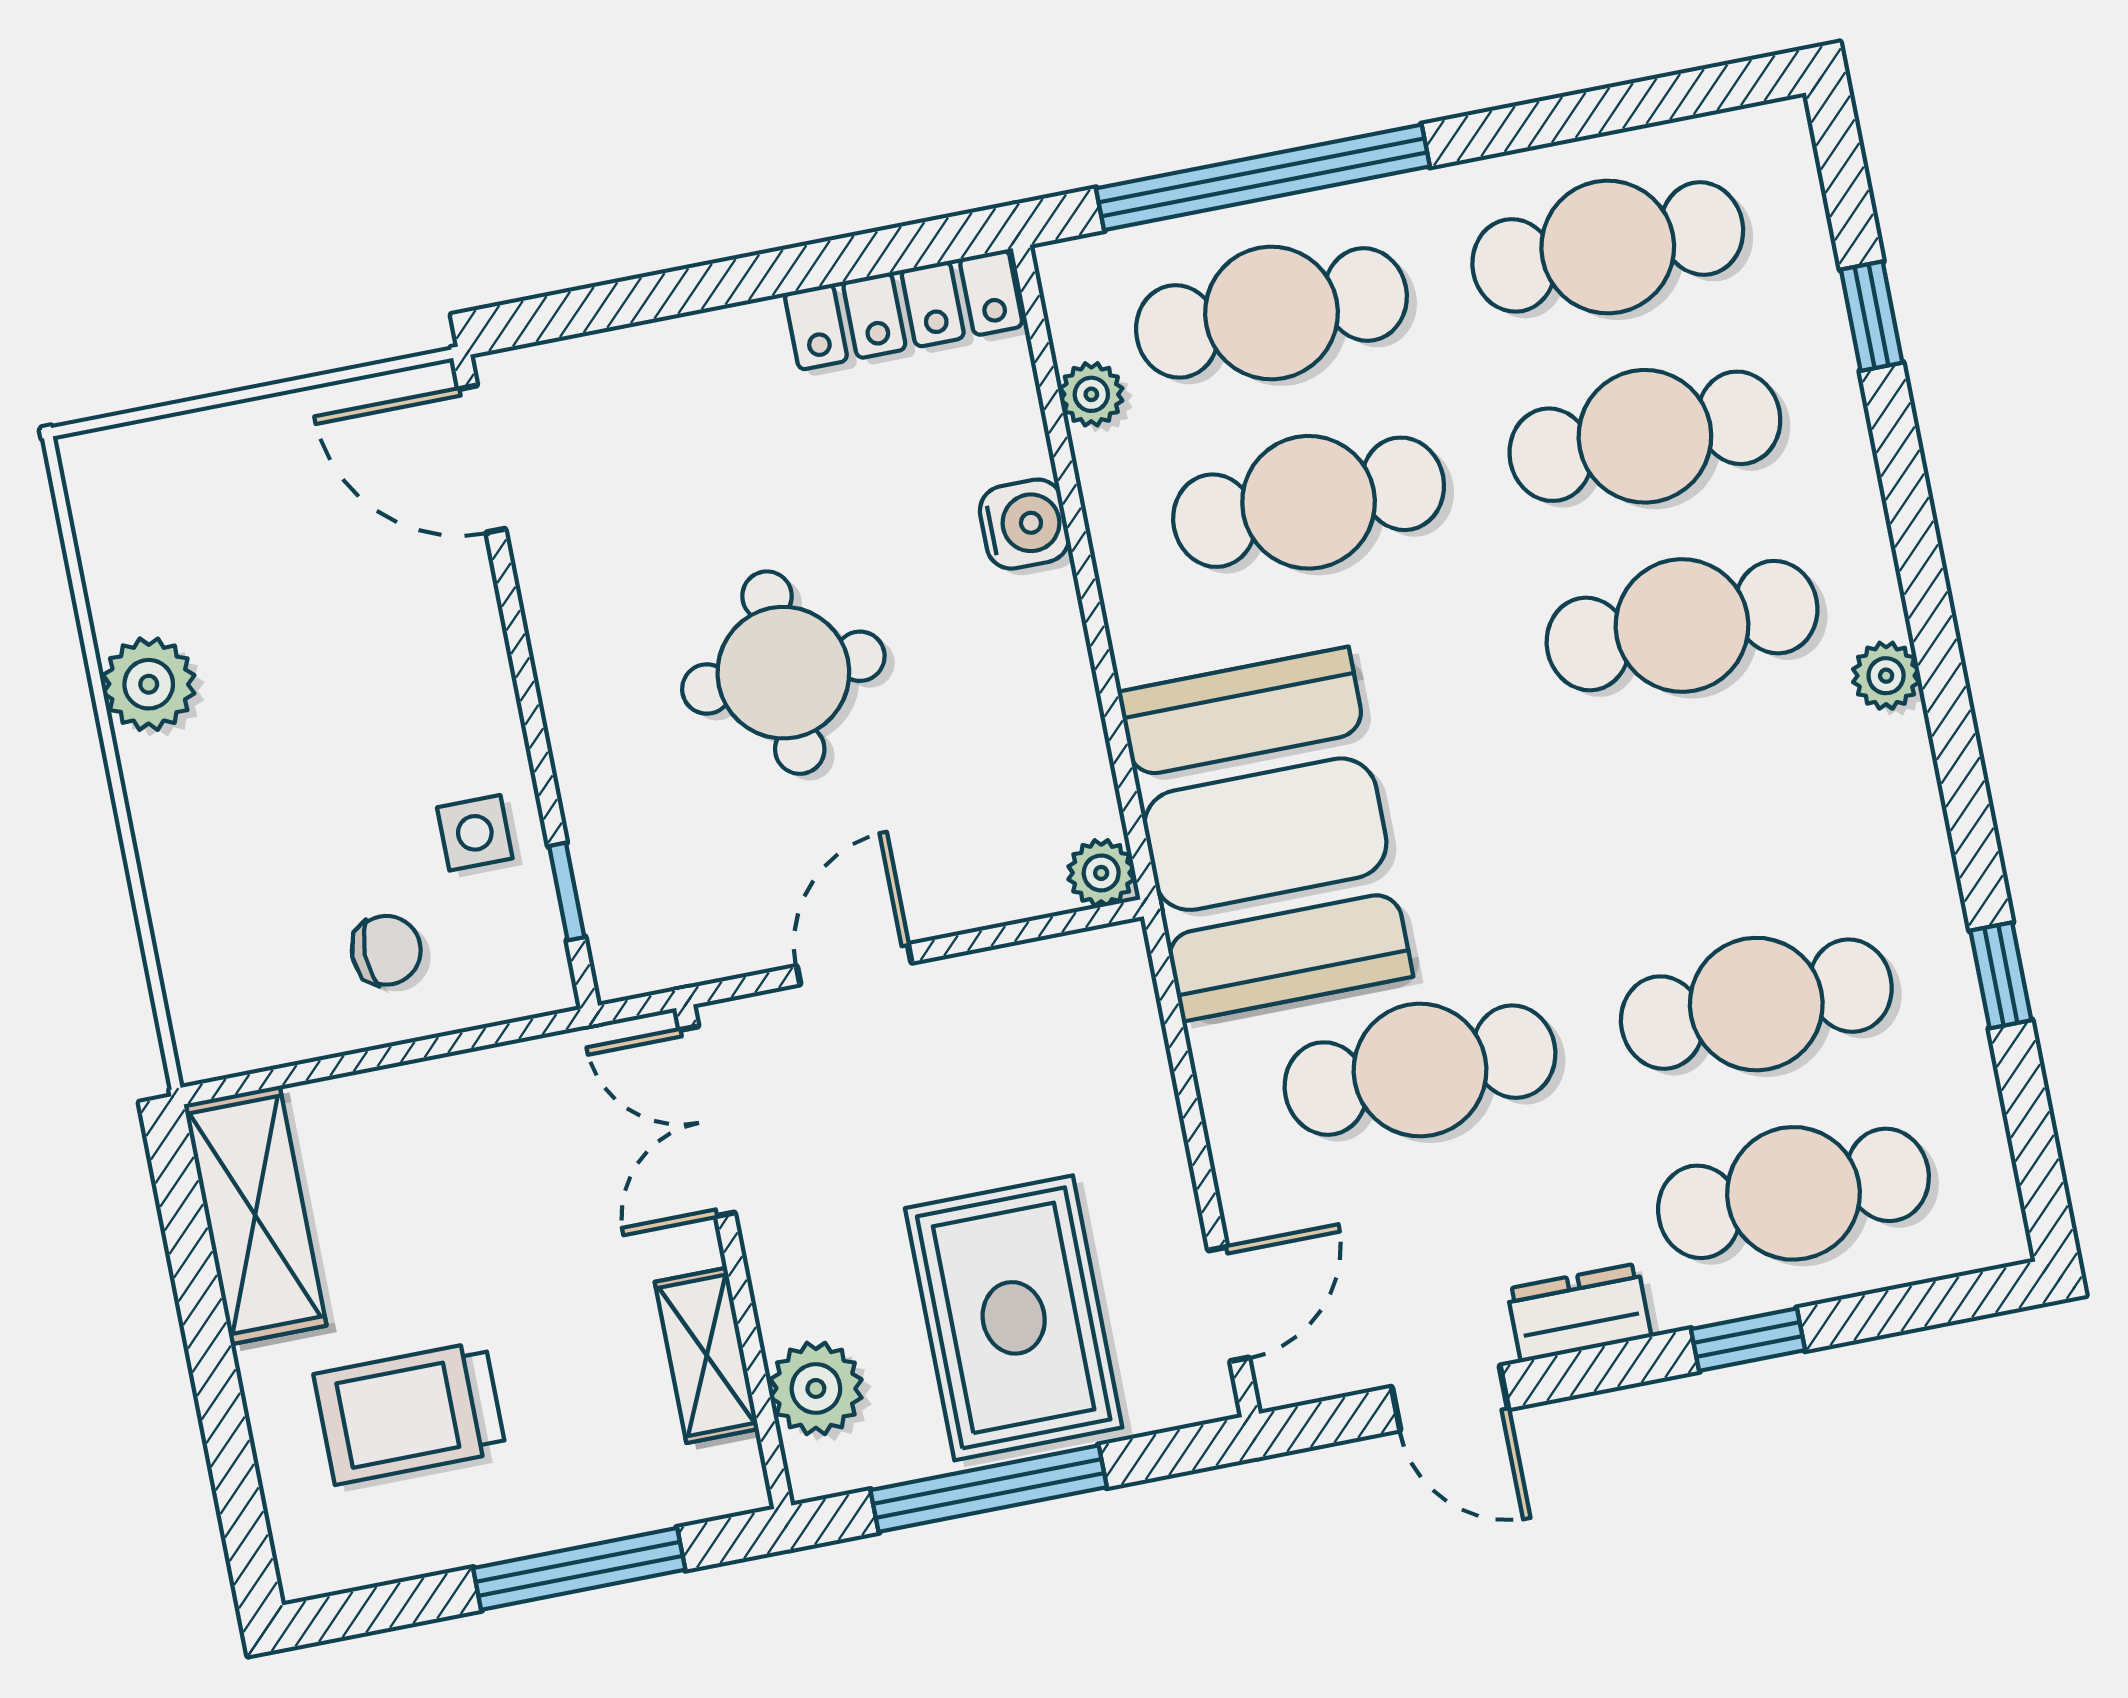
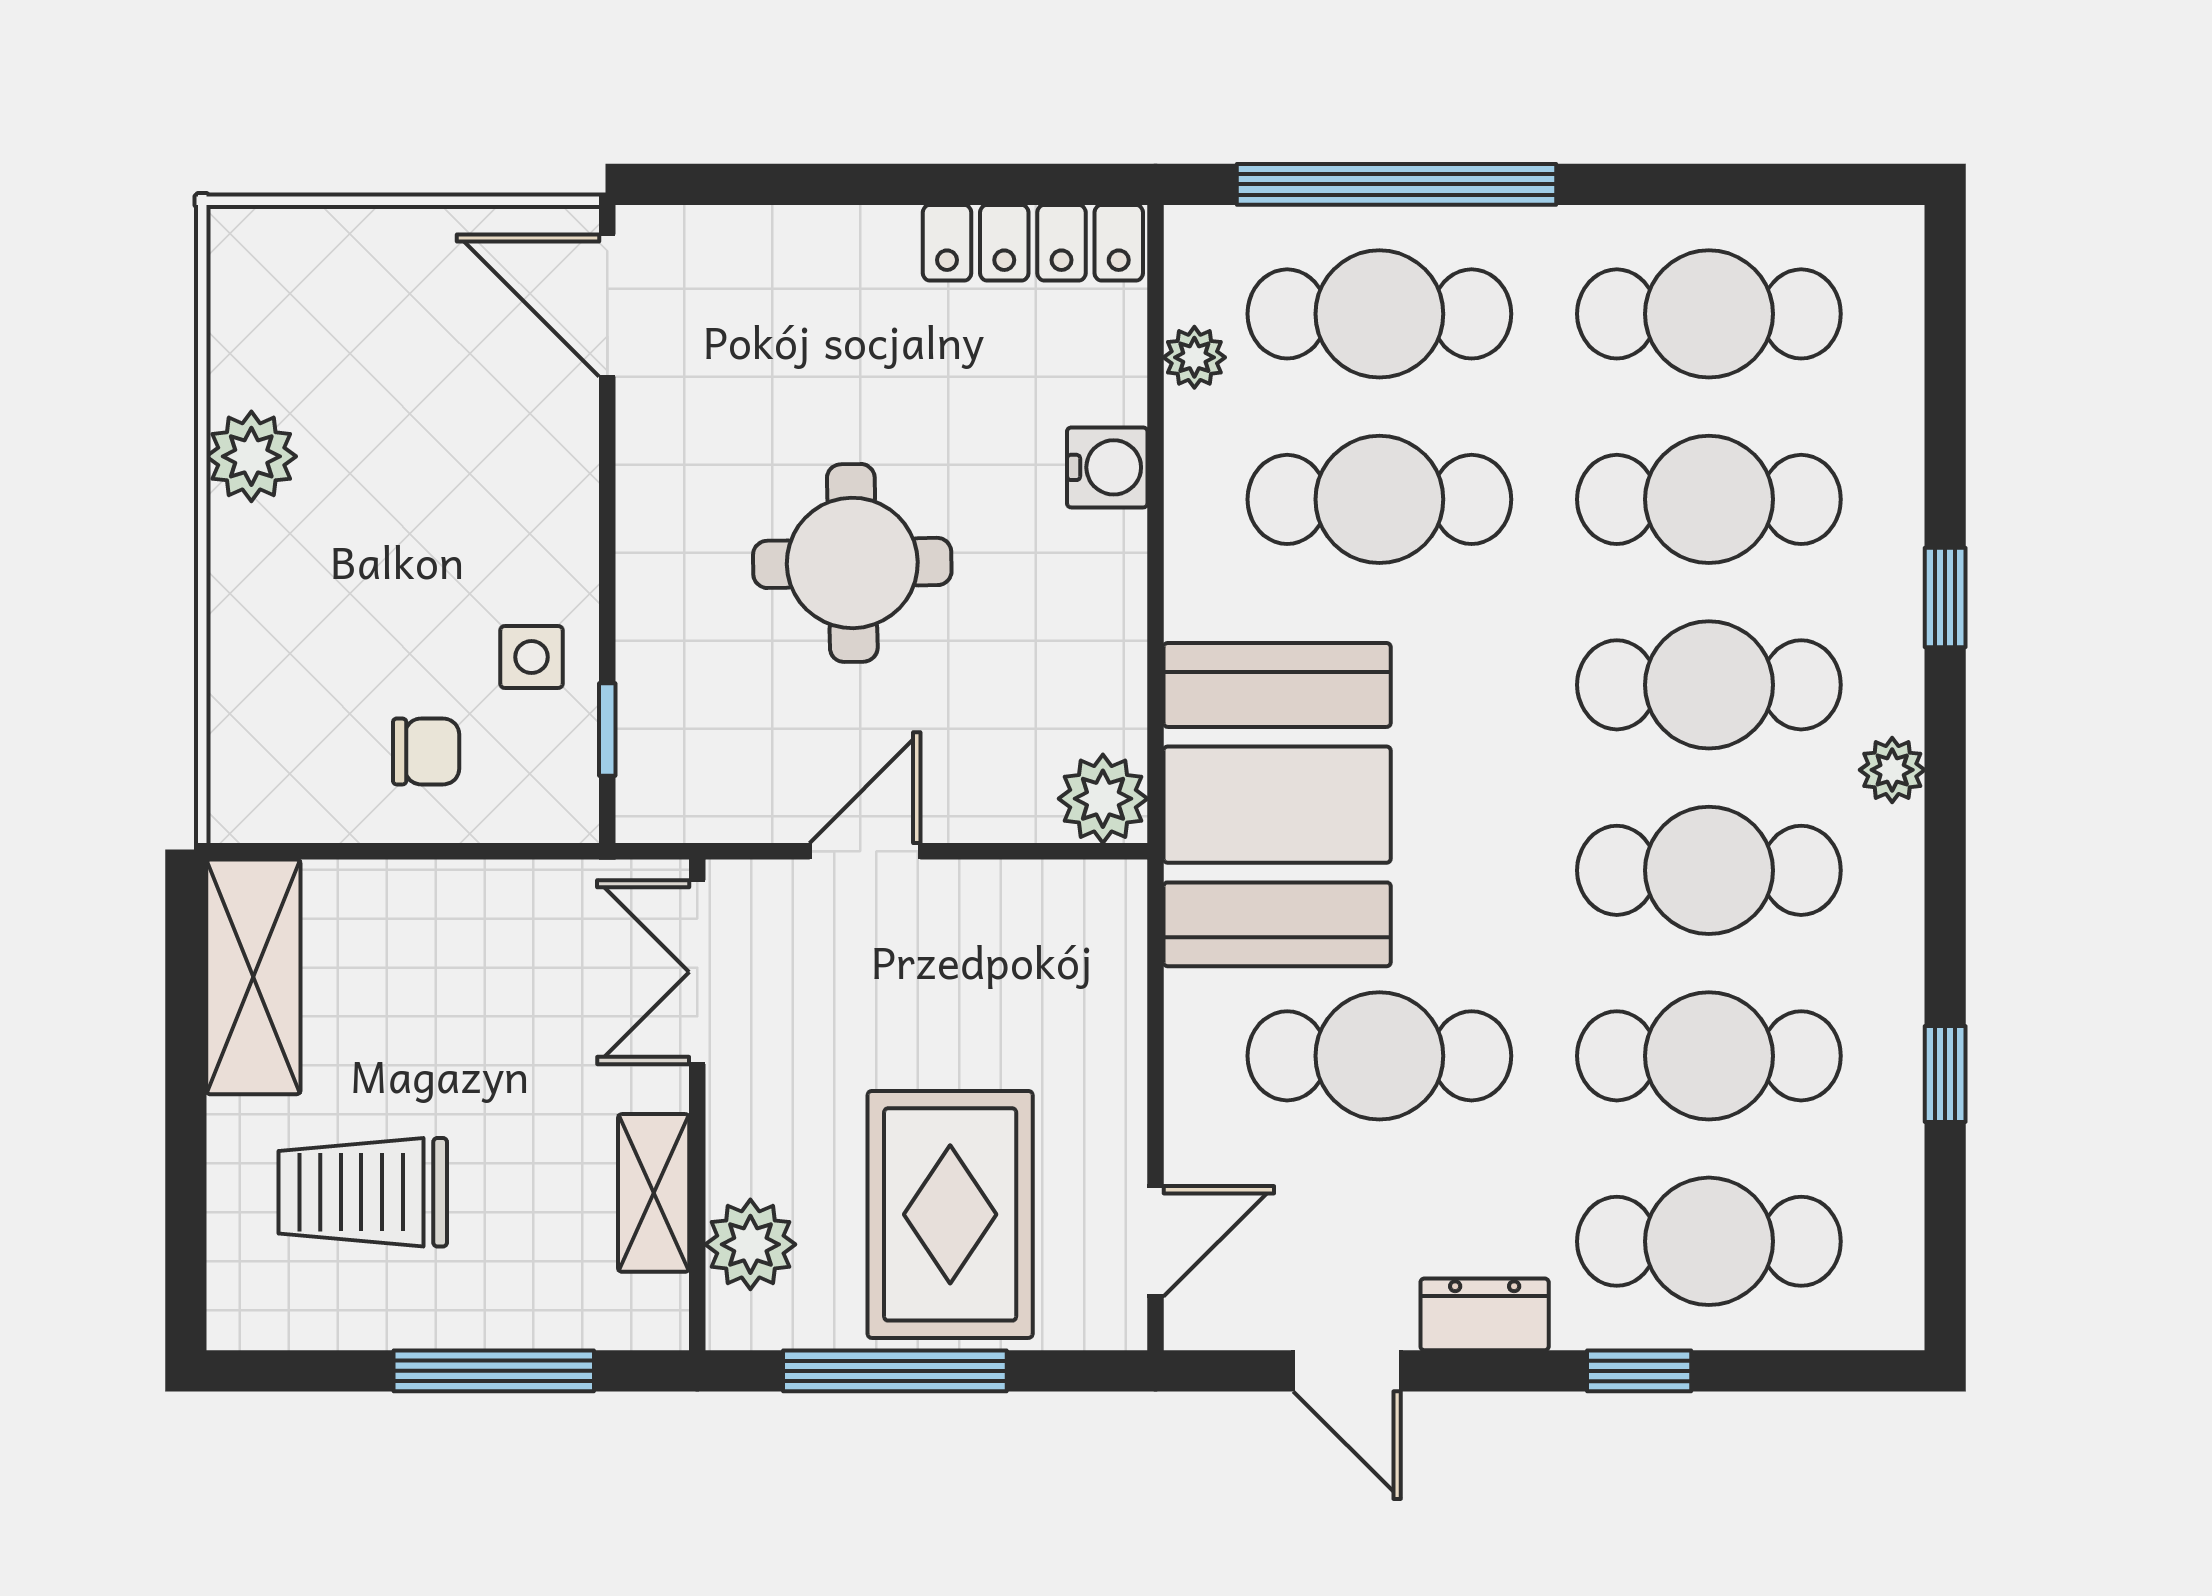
window: (1872, 316) -> (1945, 597), moved
cafe table: (1719, 815) -> (1709, 870), added
plant: (1101, 873) -> (1103, 799), width x1.38, depth x1.38

